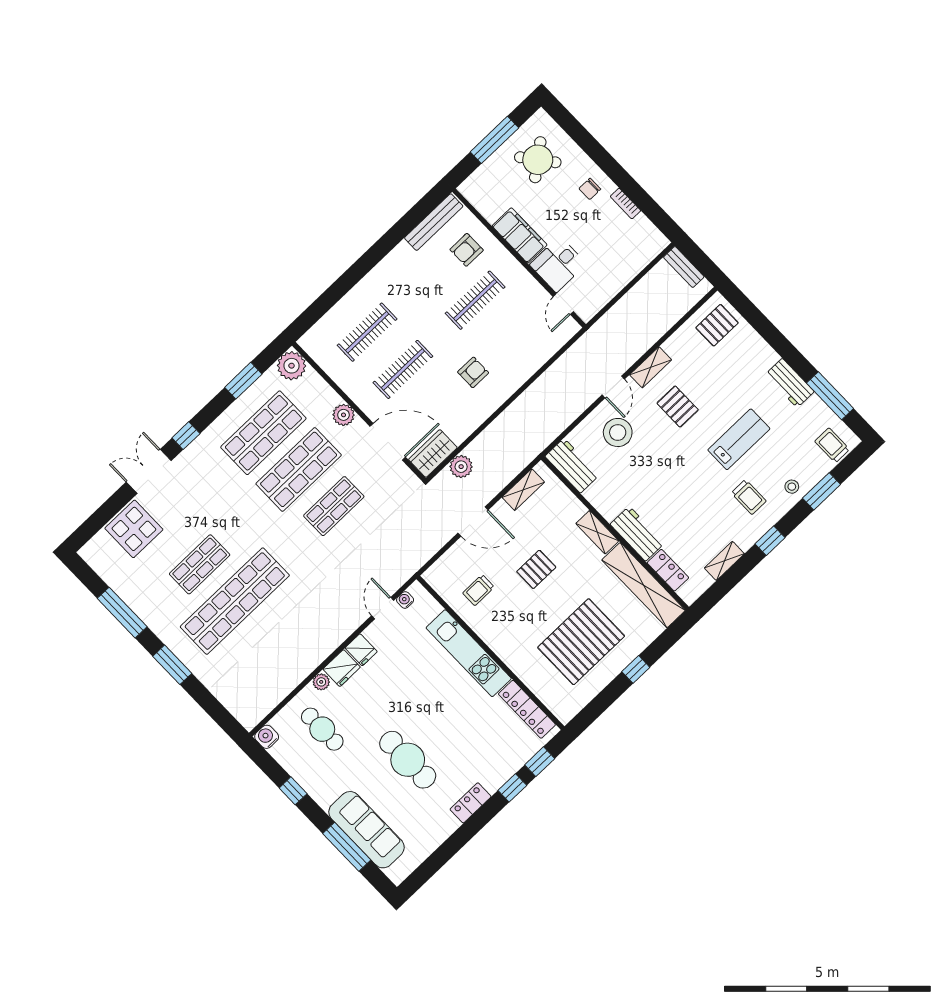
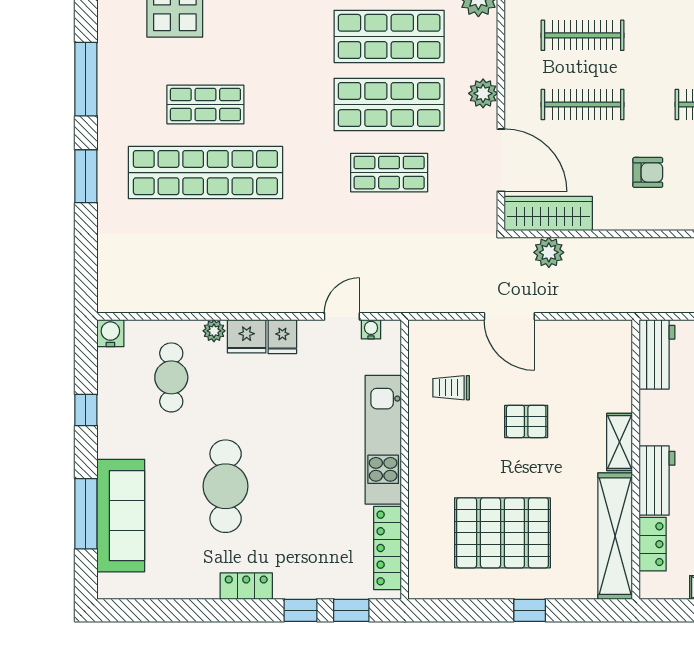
wardrobe: (433, 453) -> (548, 213), width x1.50
shelving: (523, 490) -> (587, 332), removed

